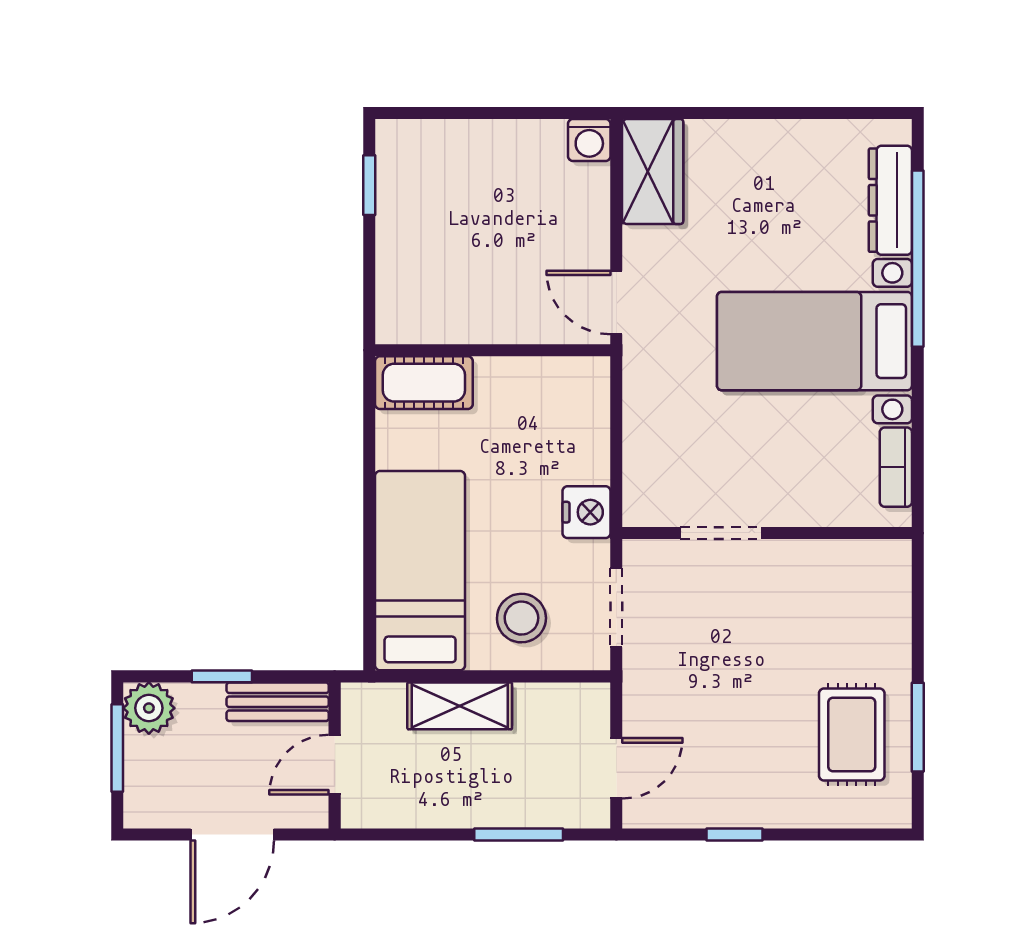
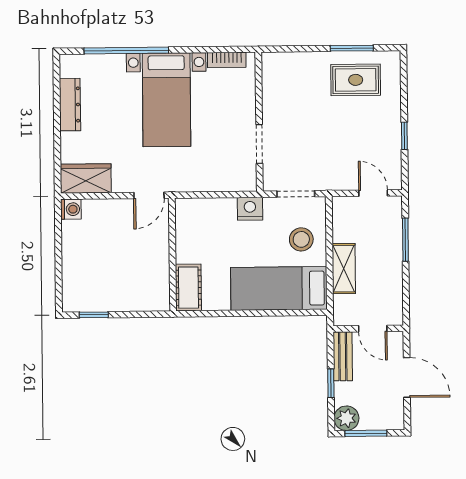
dresser: (890, 200) -> (70, 105), moved, turned -90

